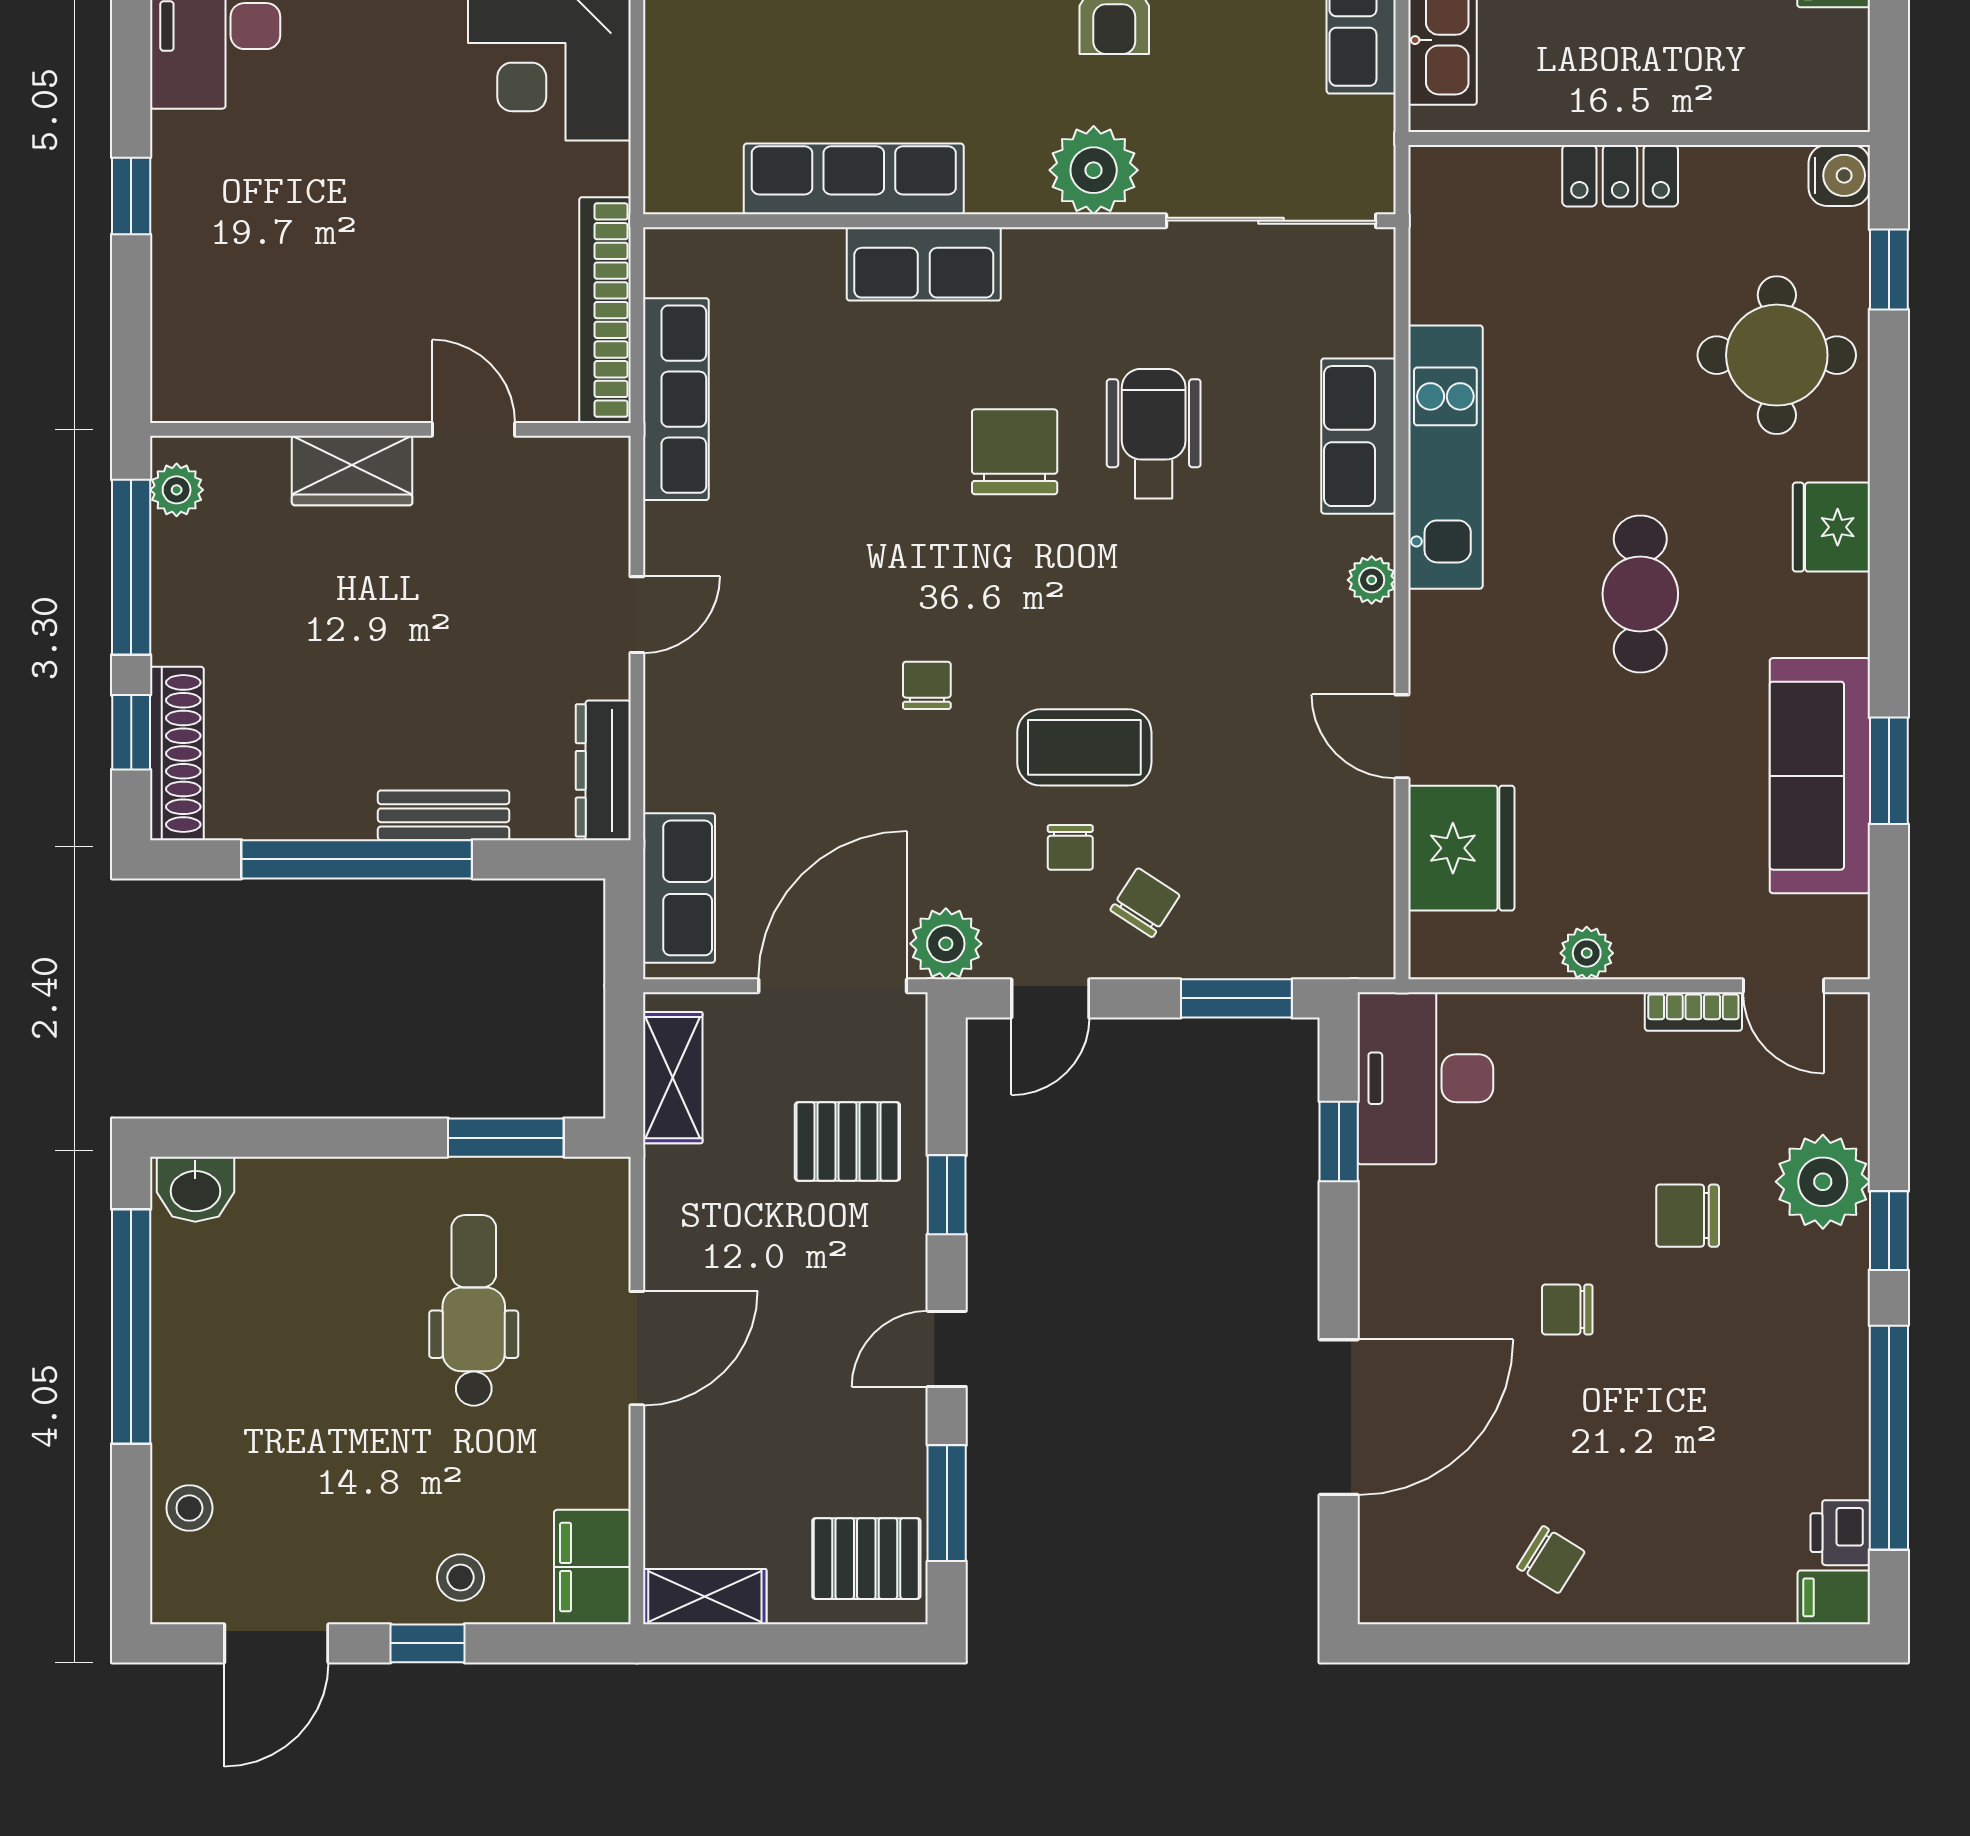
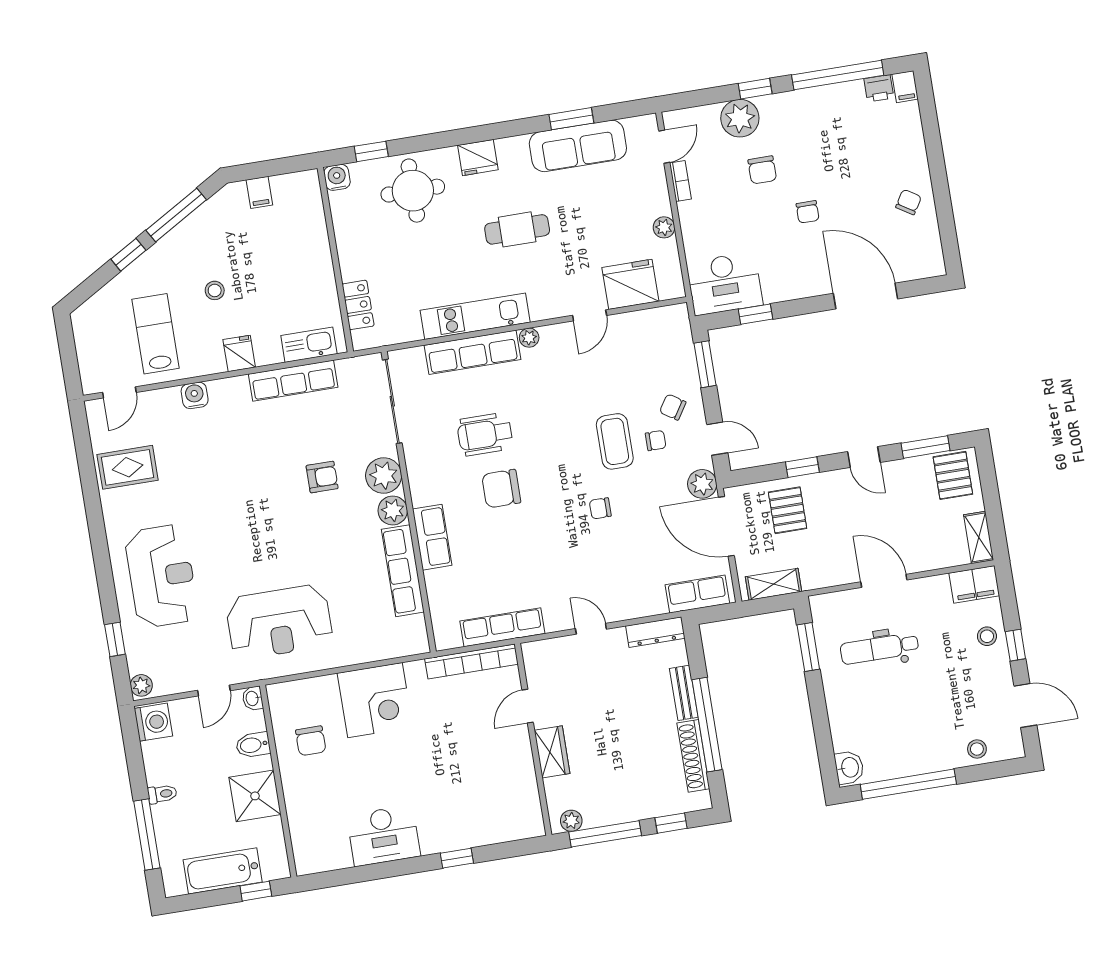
locker: (1620, 176) -> (358, 305), moved
plant: (1005, 178) -> (393, 510), added
row of seats: (1358, 436) -> (472, 352), width x1.48
shoe rack: (177, 753) -> (693, 756), moved, turned -90

